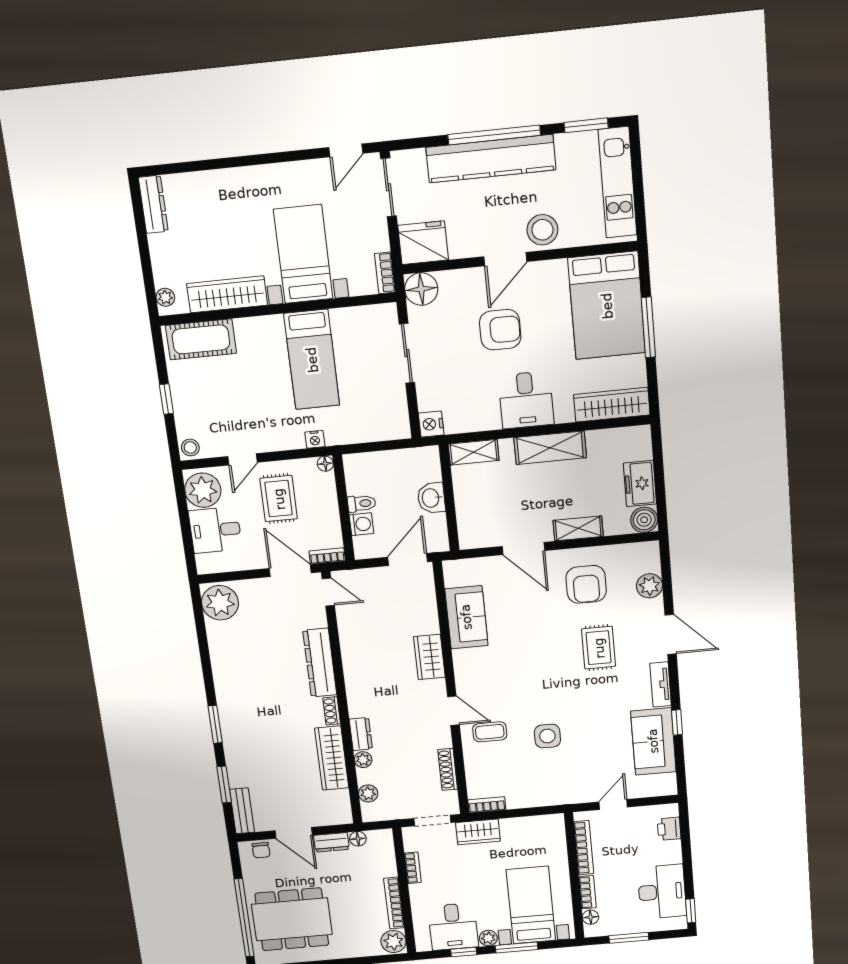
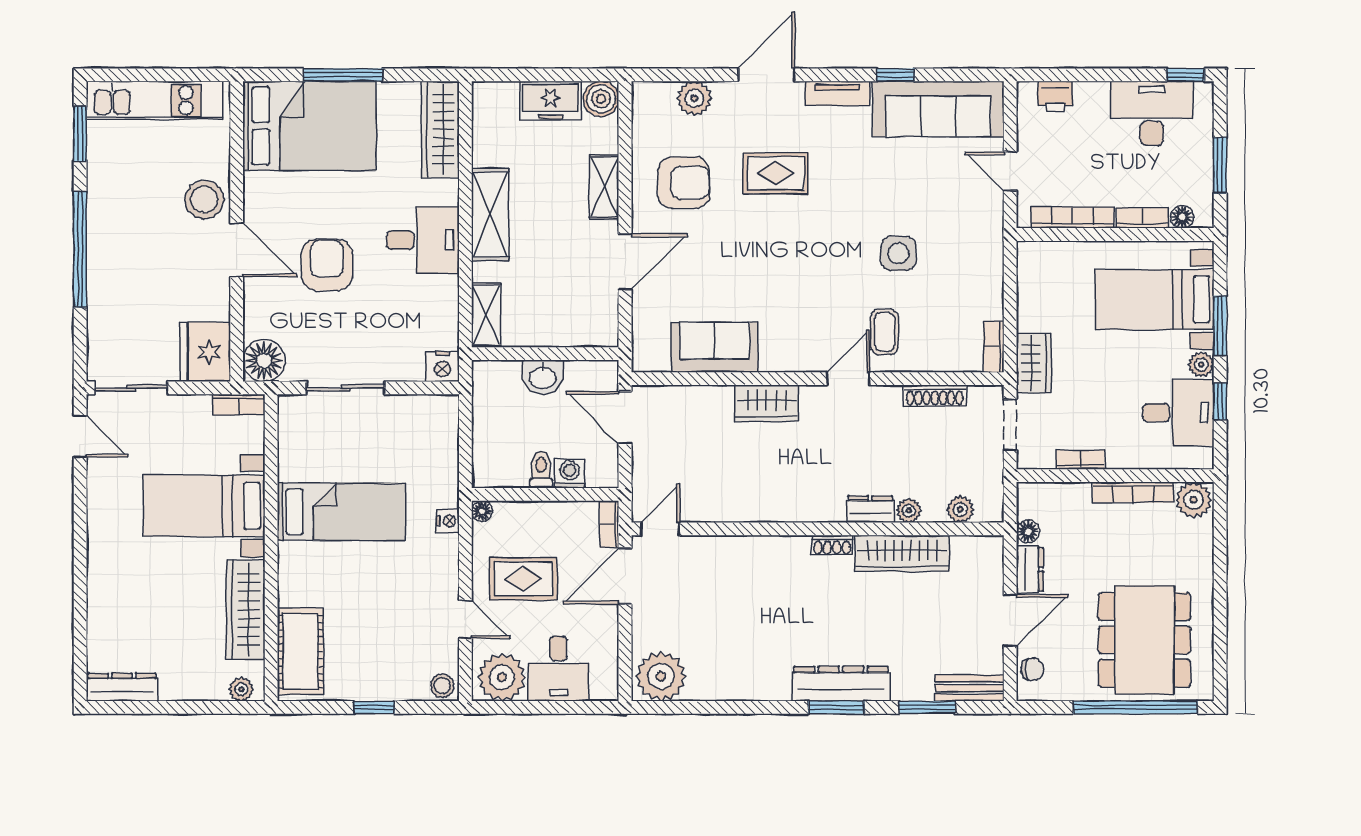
kitchen counter: (491, 159) -> (109, 256), removed
dresser: (320, 663) -> (841, 684), moved, turned 180
sofa: (653, 741) -> (938, 109), width x1.36

